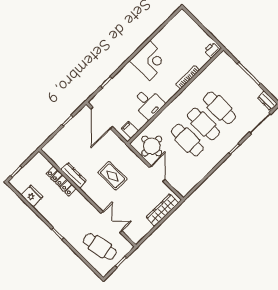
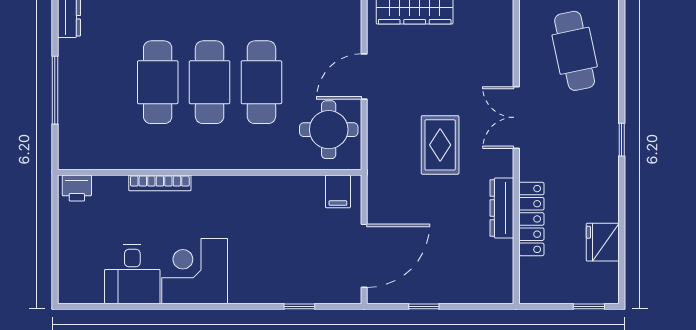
desk: (148, 103) -> (132, 274), moved, turned 180
double door: (111, 222) -> (516, 117), moved

